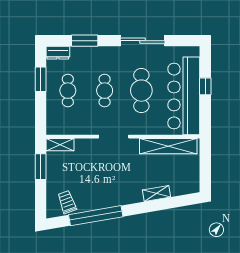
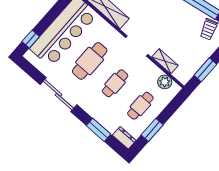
window: (205, 86) -> (31, 39), moved
plant: (65, 127) -> (165, 82), added
shelving: (60, 145) -> (165, 61), moved

